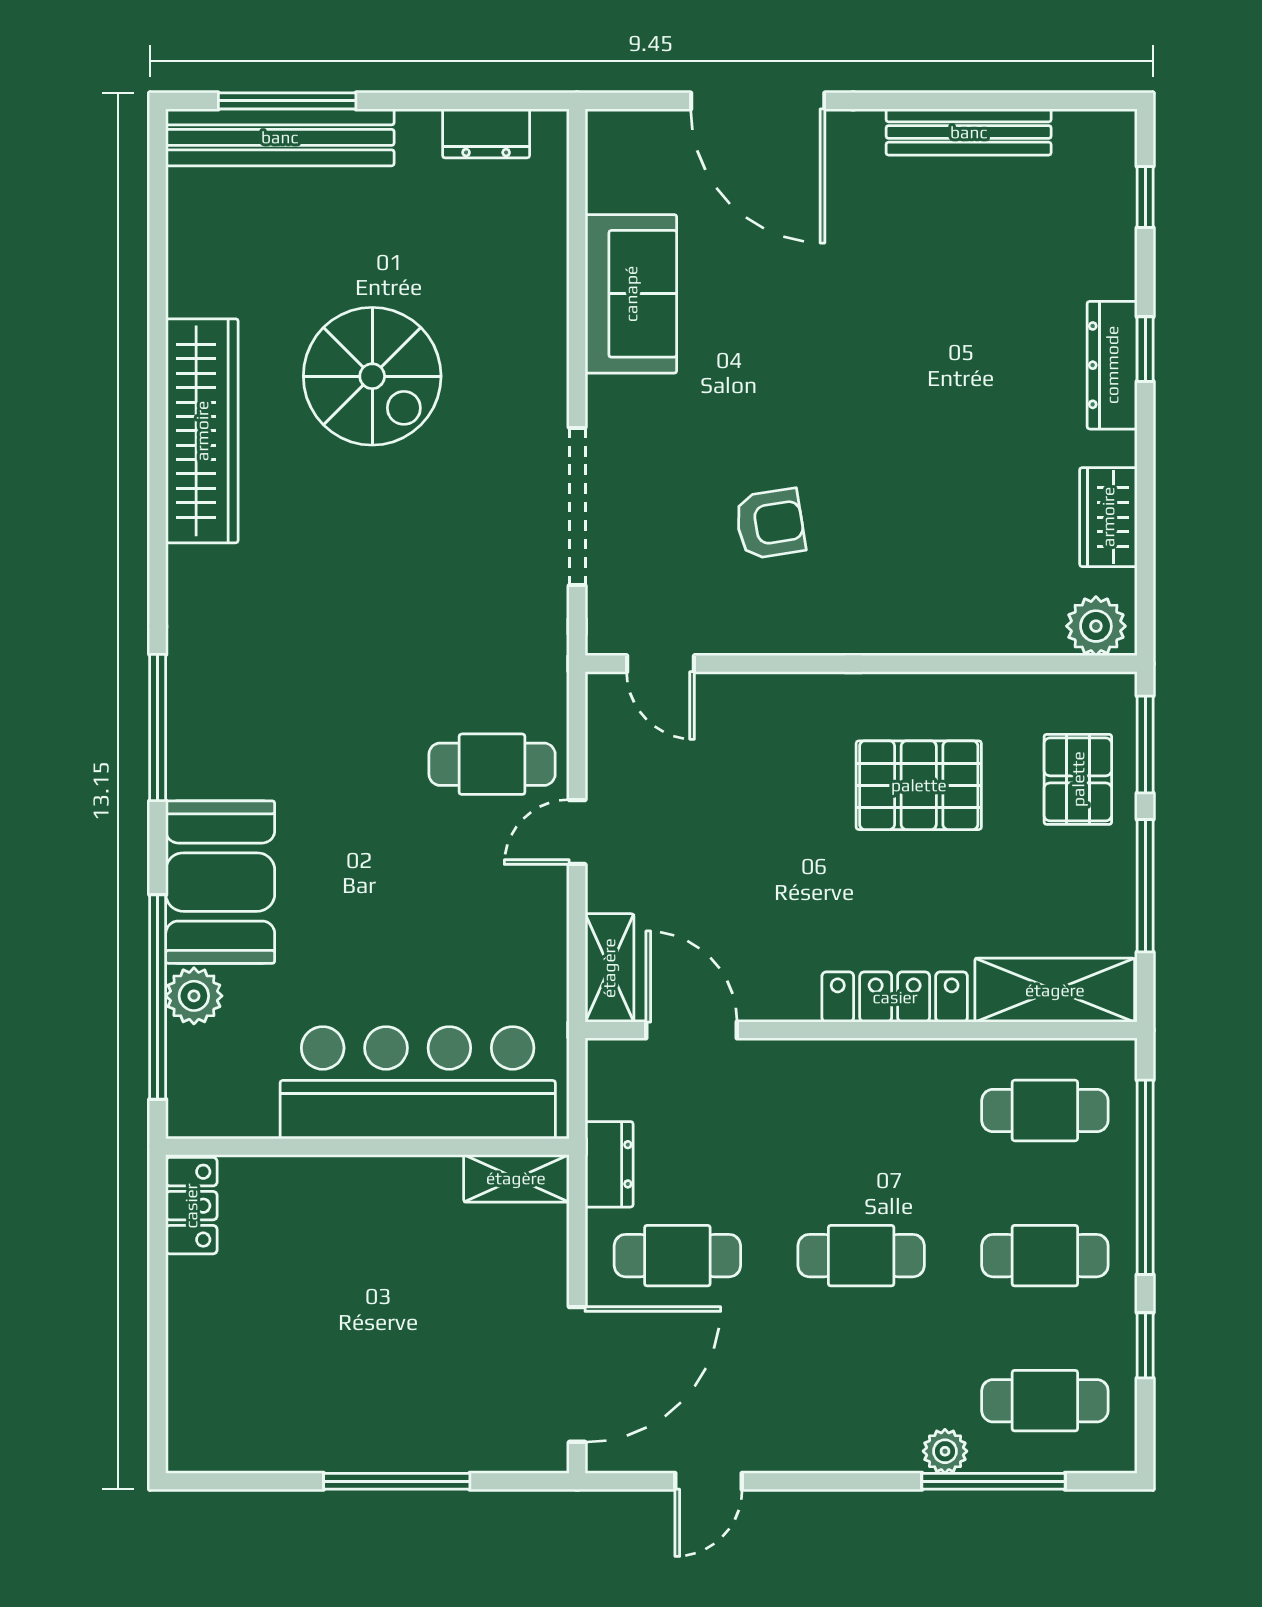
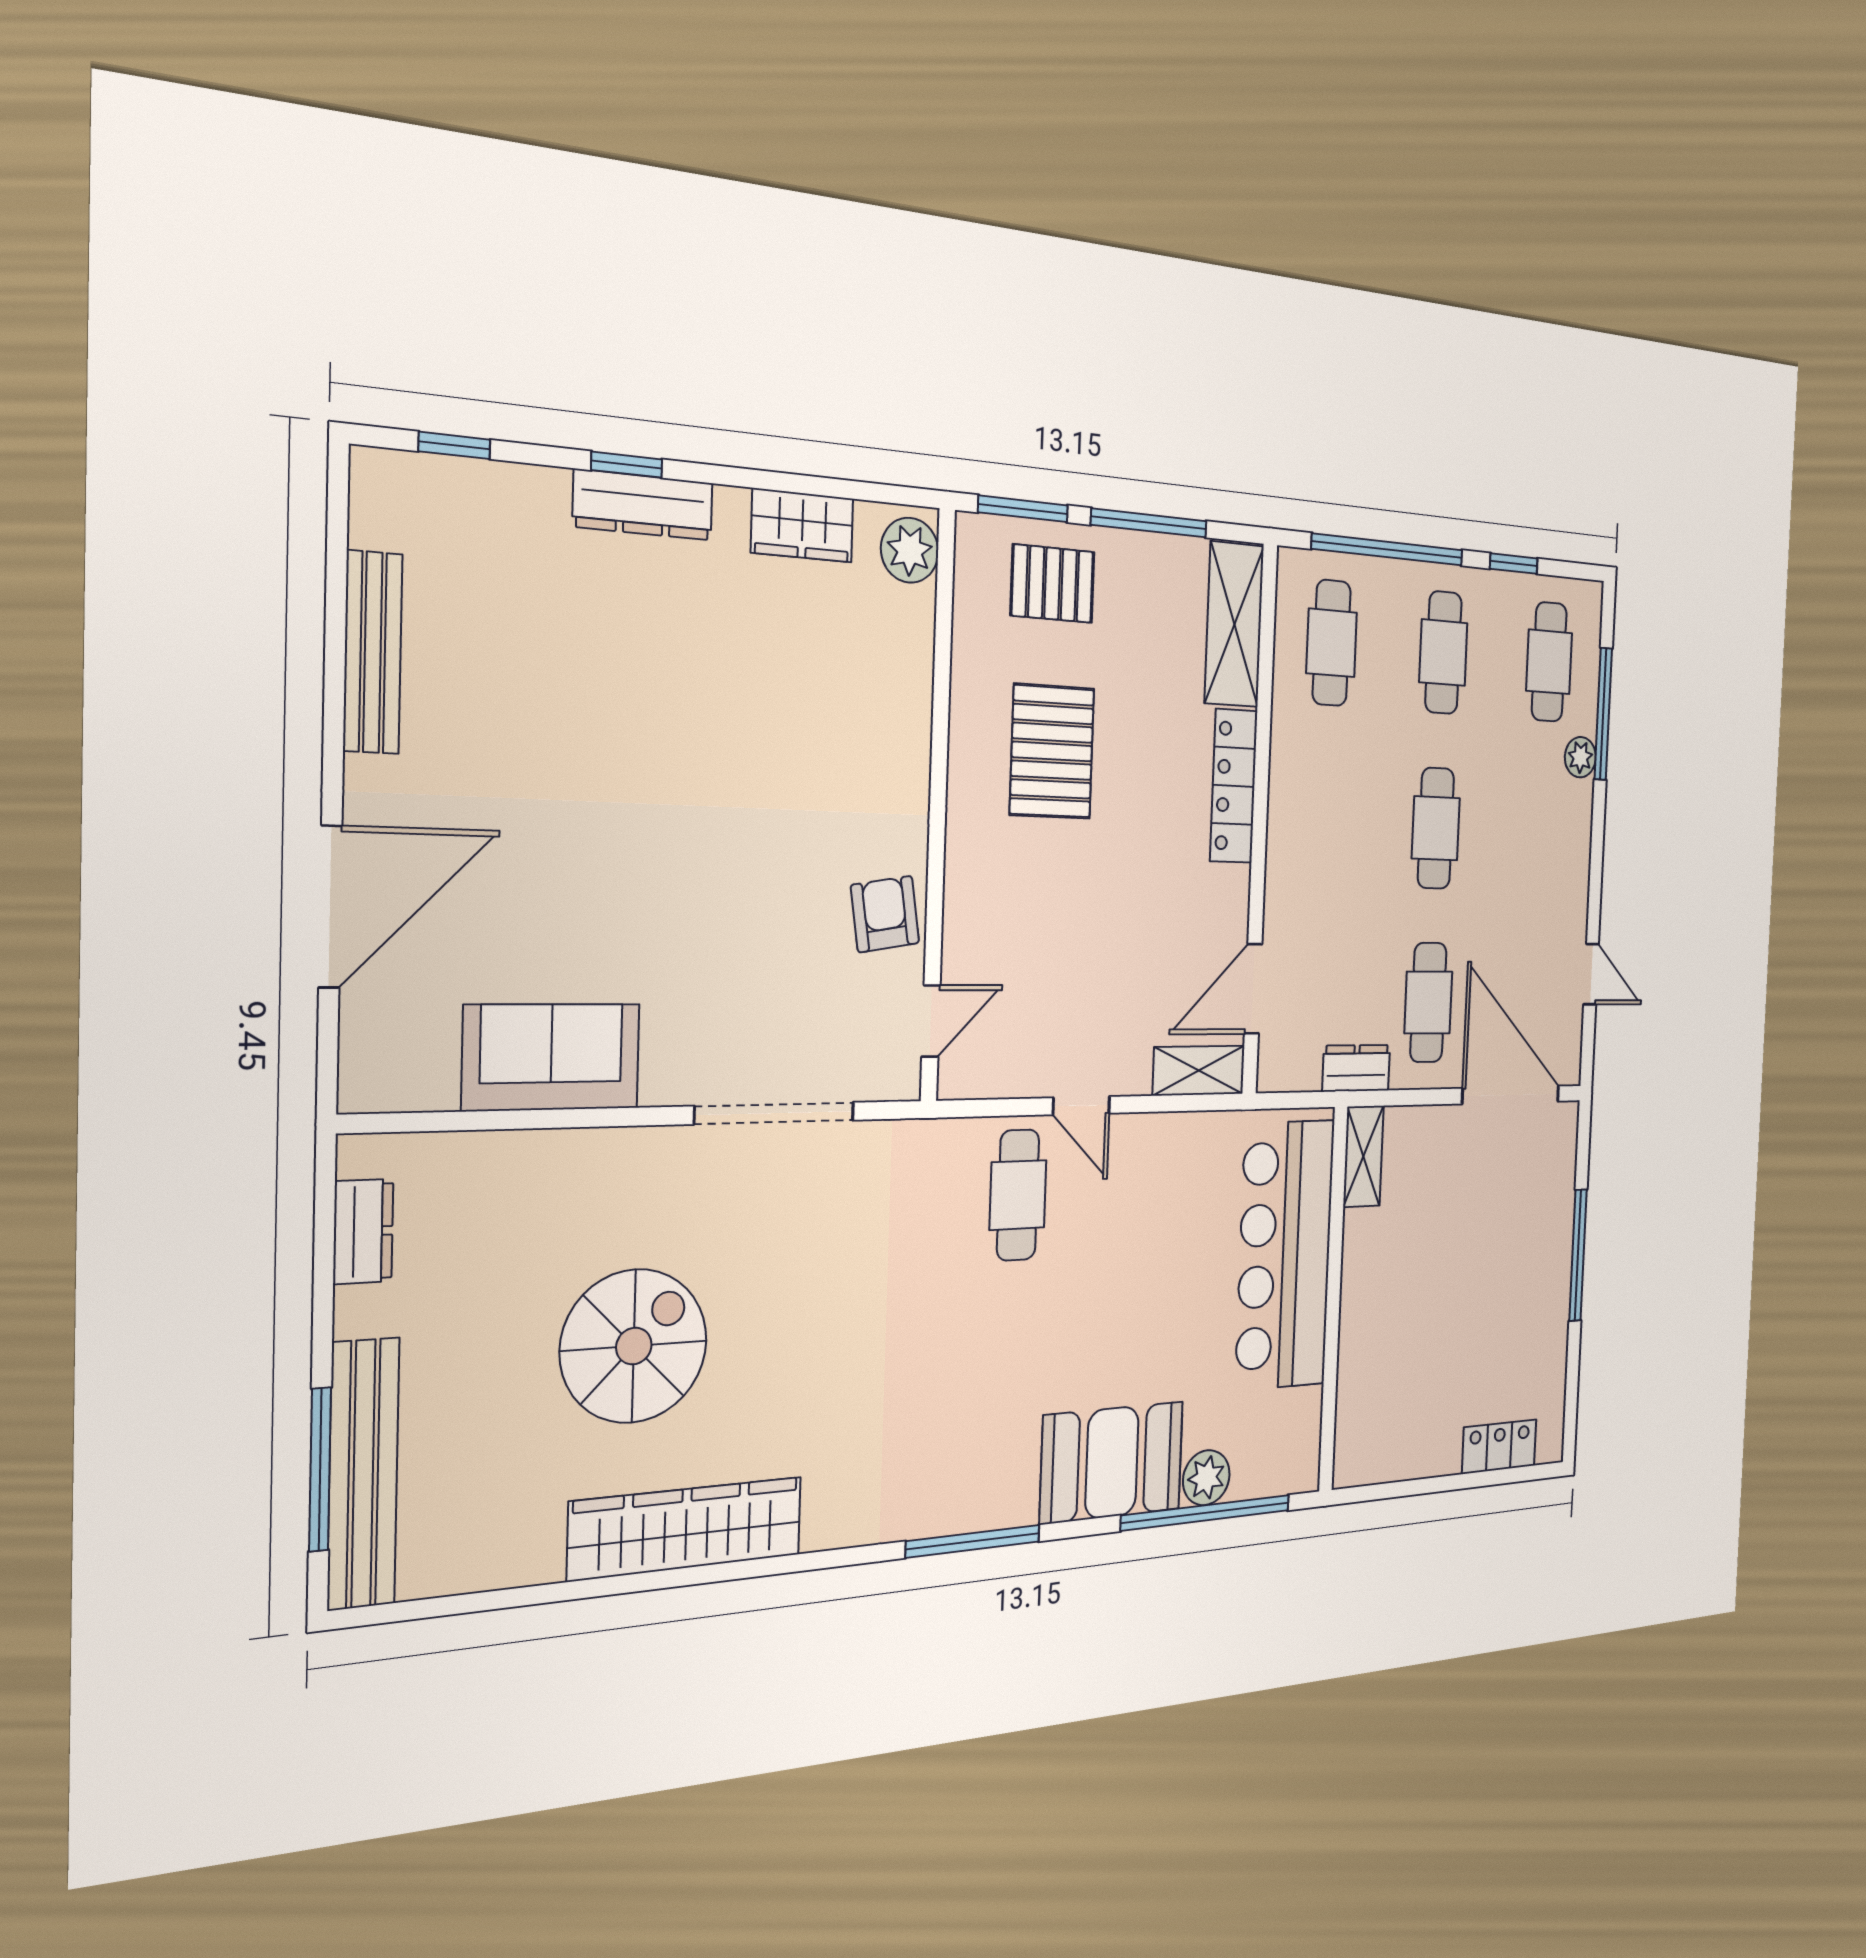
armchair: (770, 524) -> (885, 914), moved
locker: (191, 1206) -> (1499, 1447), moved

